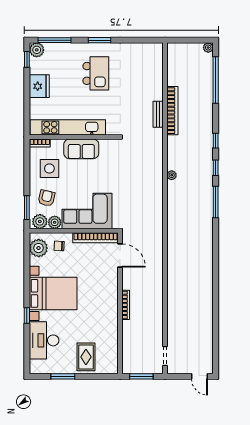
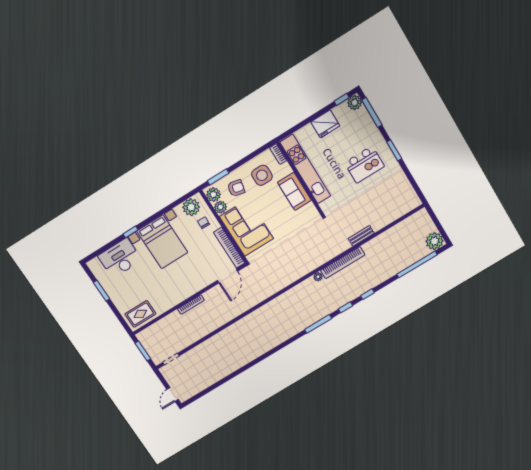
plant: (208, 48) -> (434, 241), width x1.87, depth x1.87
bookcase: (172, 111) -> (343, 263), moved
rug: (86, 357) -> (140, 314), moved

